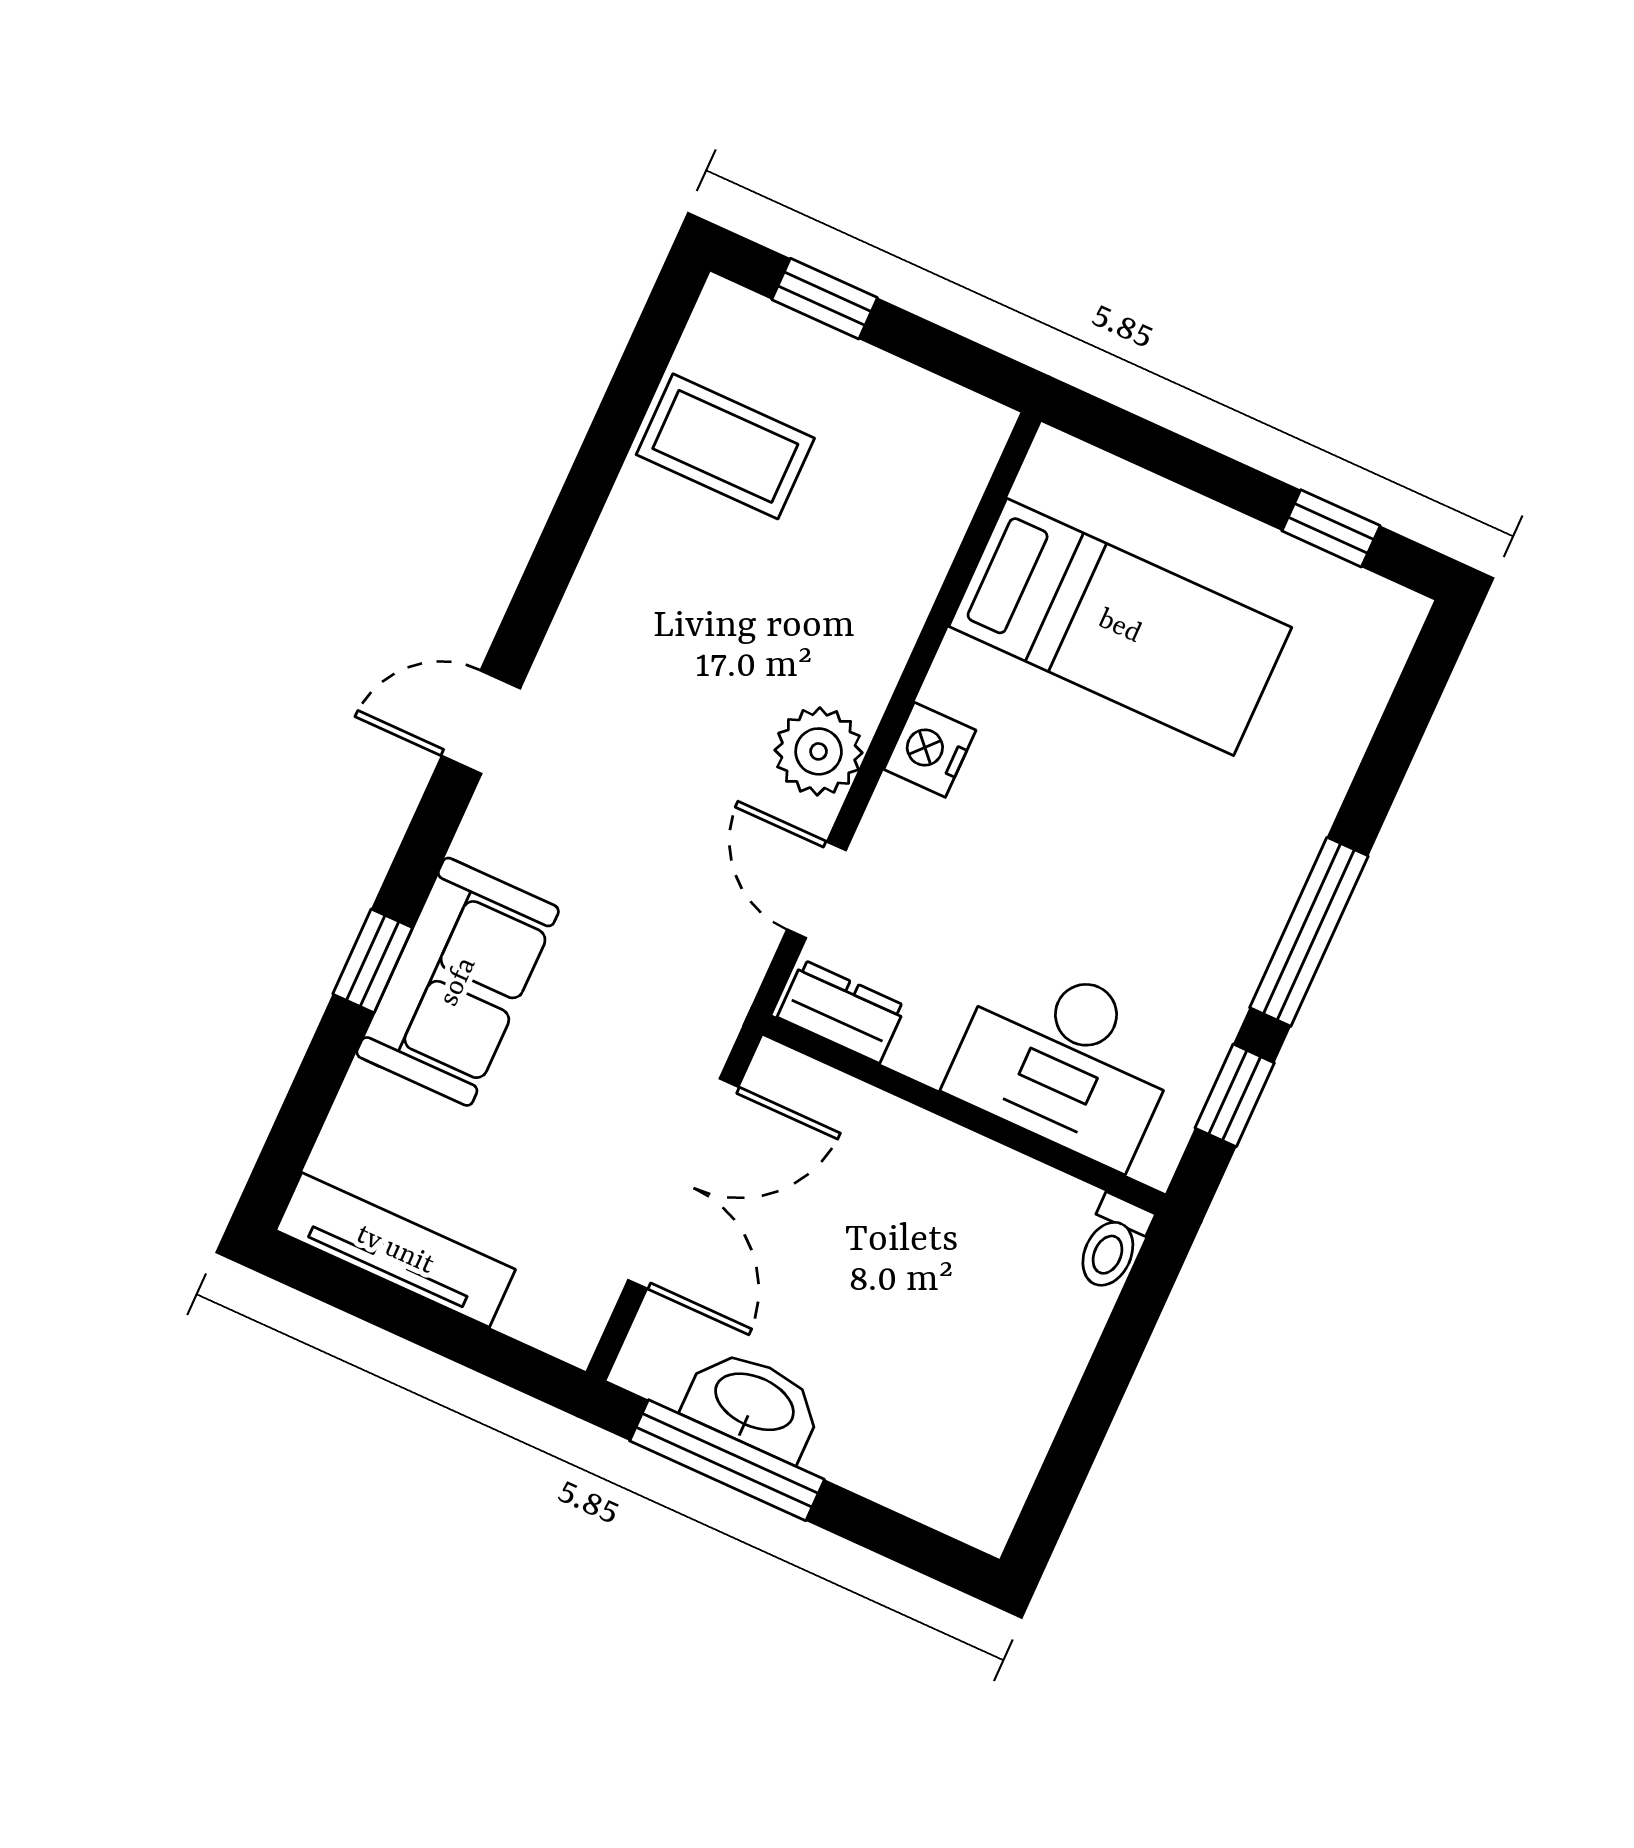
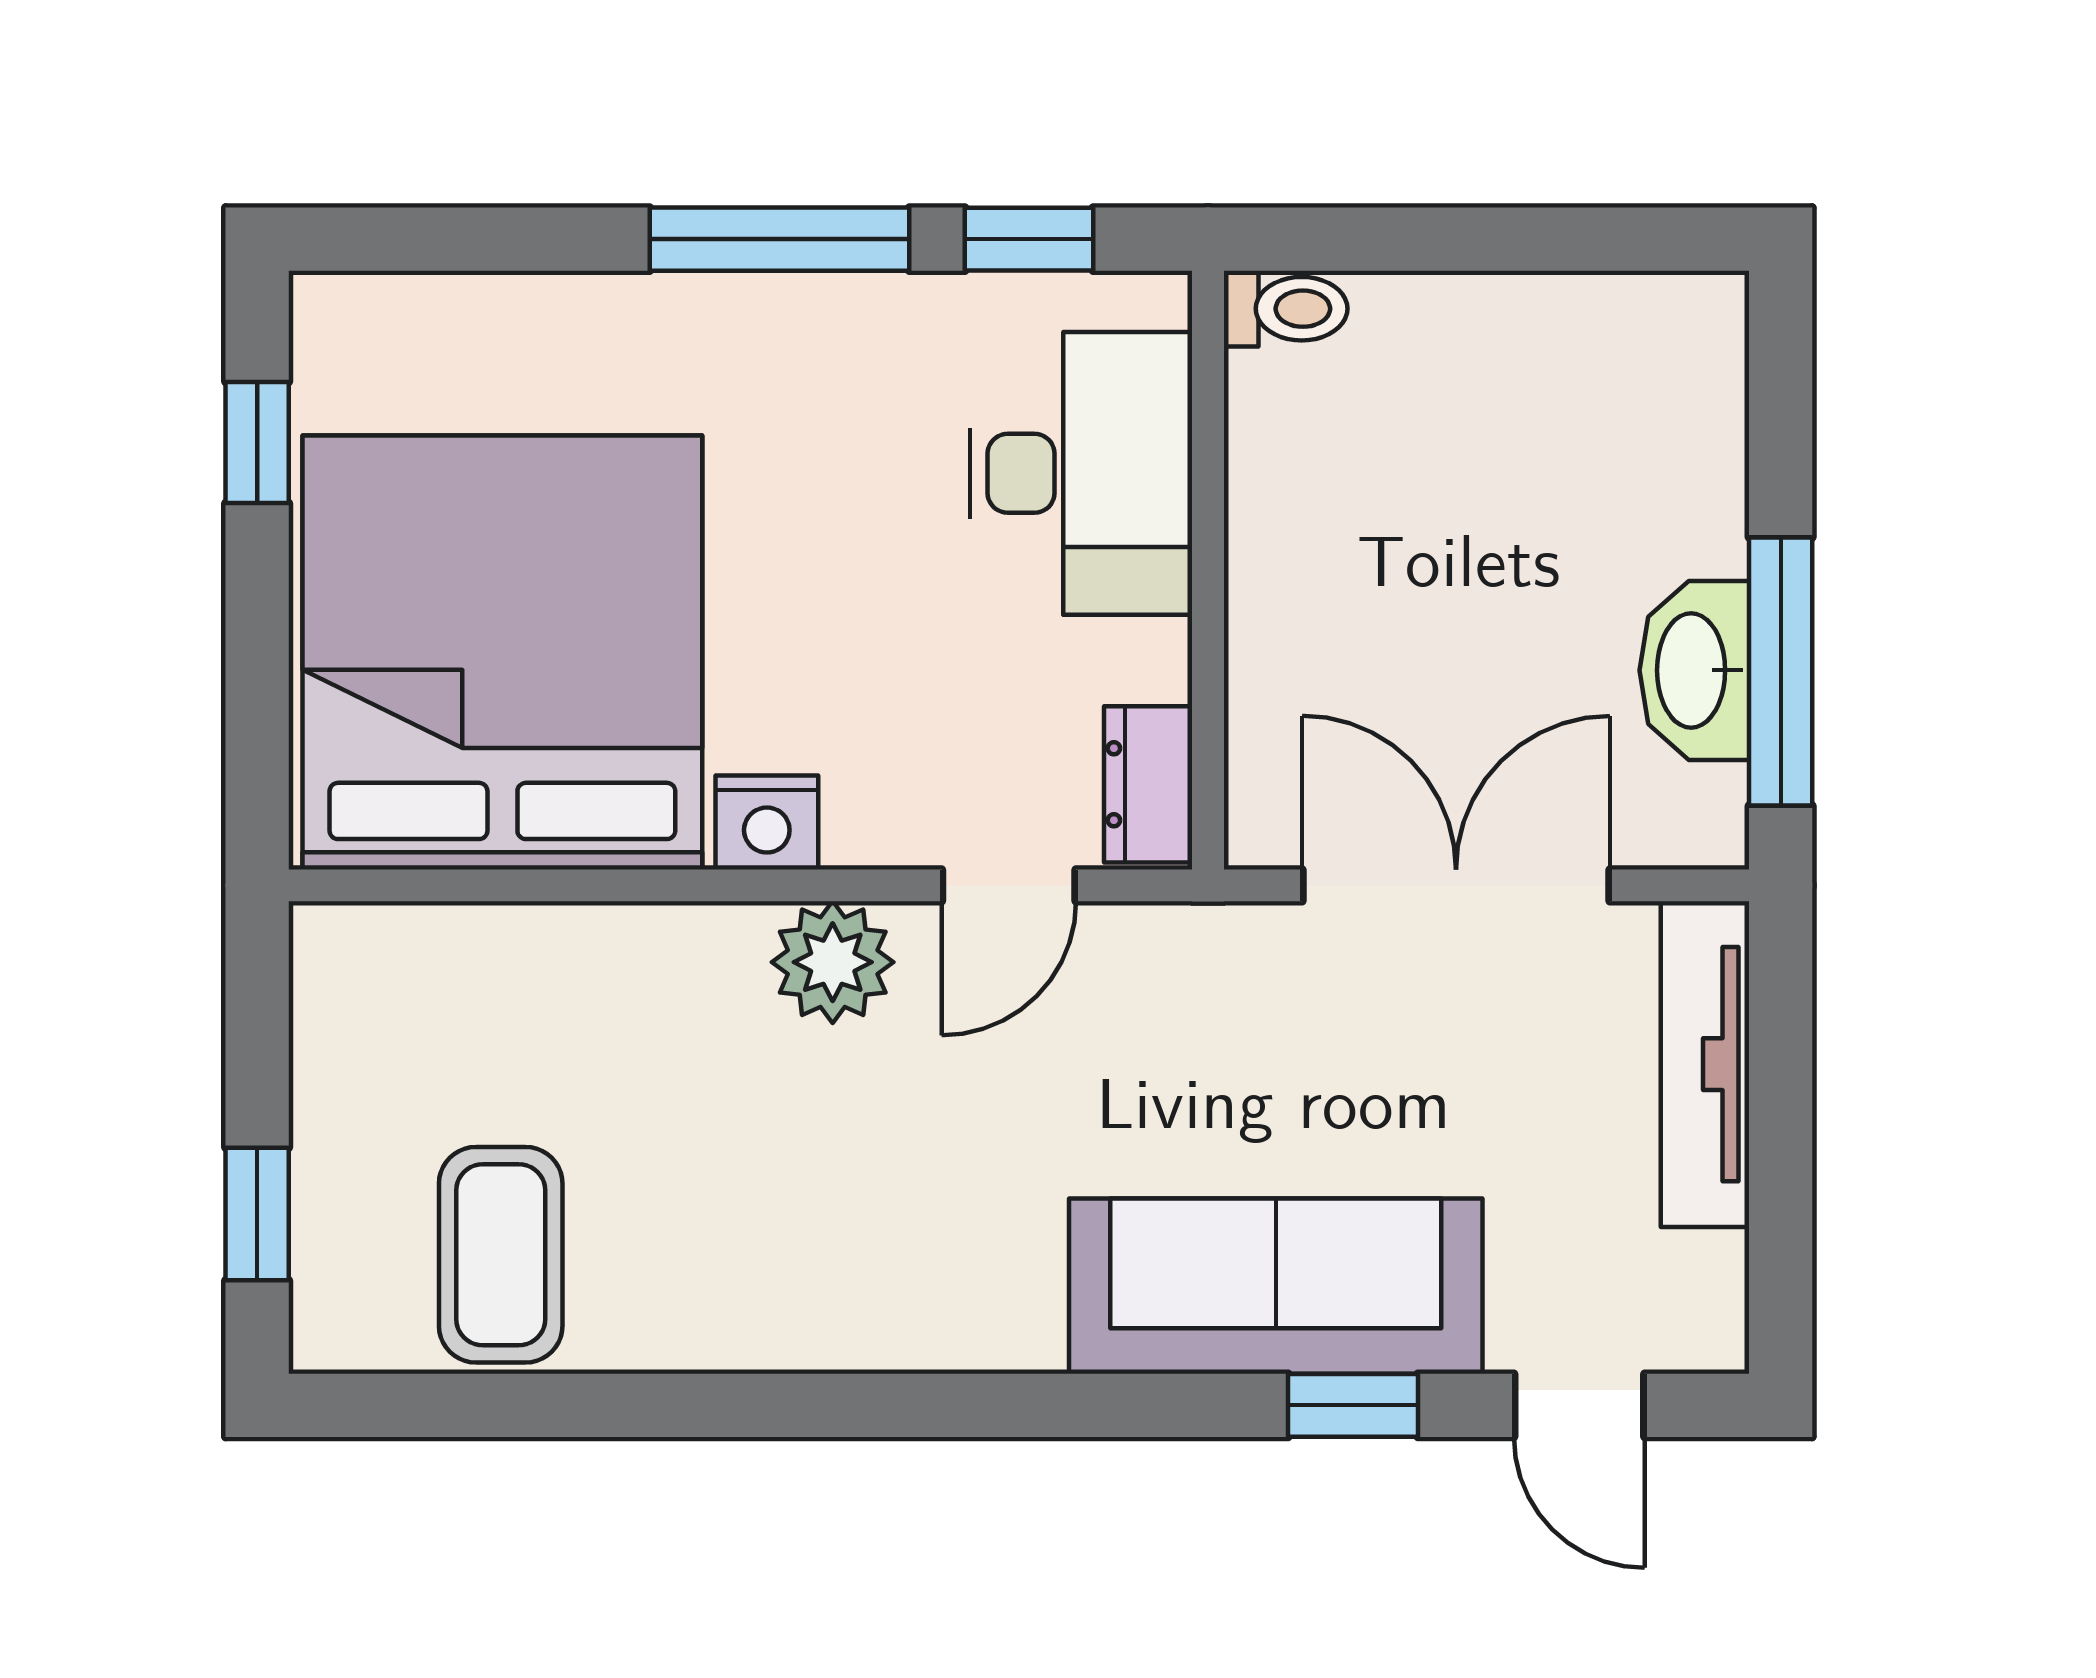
bed: (1120, 627) -> (502, 652), width x2.04
door: (481, 722) -> (1579, 1405), moved
sofa: (458, 982) -> (1276, 1286), width x1.36
tv unit: (395, 1250) -> (1705, 1064), moved

